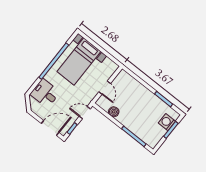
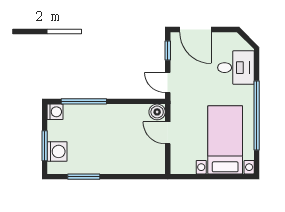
boiler: (114, 112) -> (157, 112), moved
door: (85, 113) -> (168, 82), swing flipped
door: (50, 128) -> (195, 30), hinge flipped
washing machine: (152, 143) -> (55, 112), added

